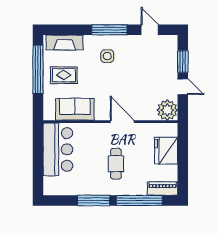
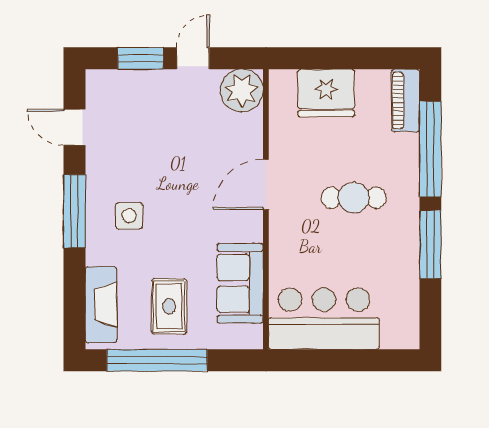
door: (150, 30) -> (74, 127), hinge flipped

